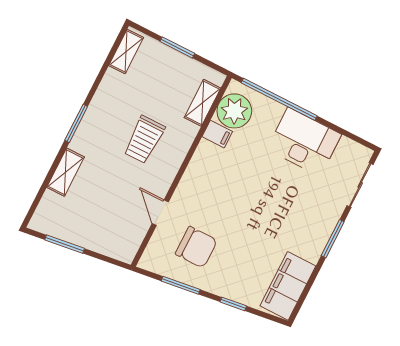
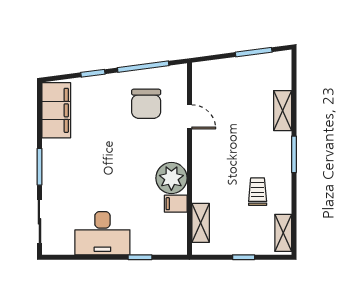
window: (177, 47) -> (244, 257), width x0.67
window: (279, 99) -> (140, 257), width x0.32
plant: (234, 111) -> (171, 178), moved
trolley: (144, 139) -> (258, 192), moved, width x0.73, depth x0.72
chair: (196, 247) -> (146, 104), turned -90
window: (181, 285) -> (143, 67), width x1.44

